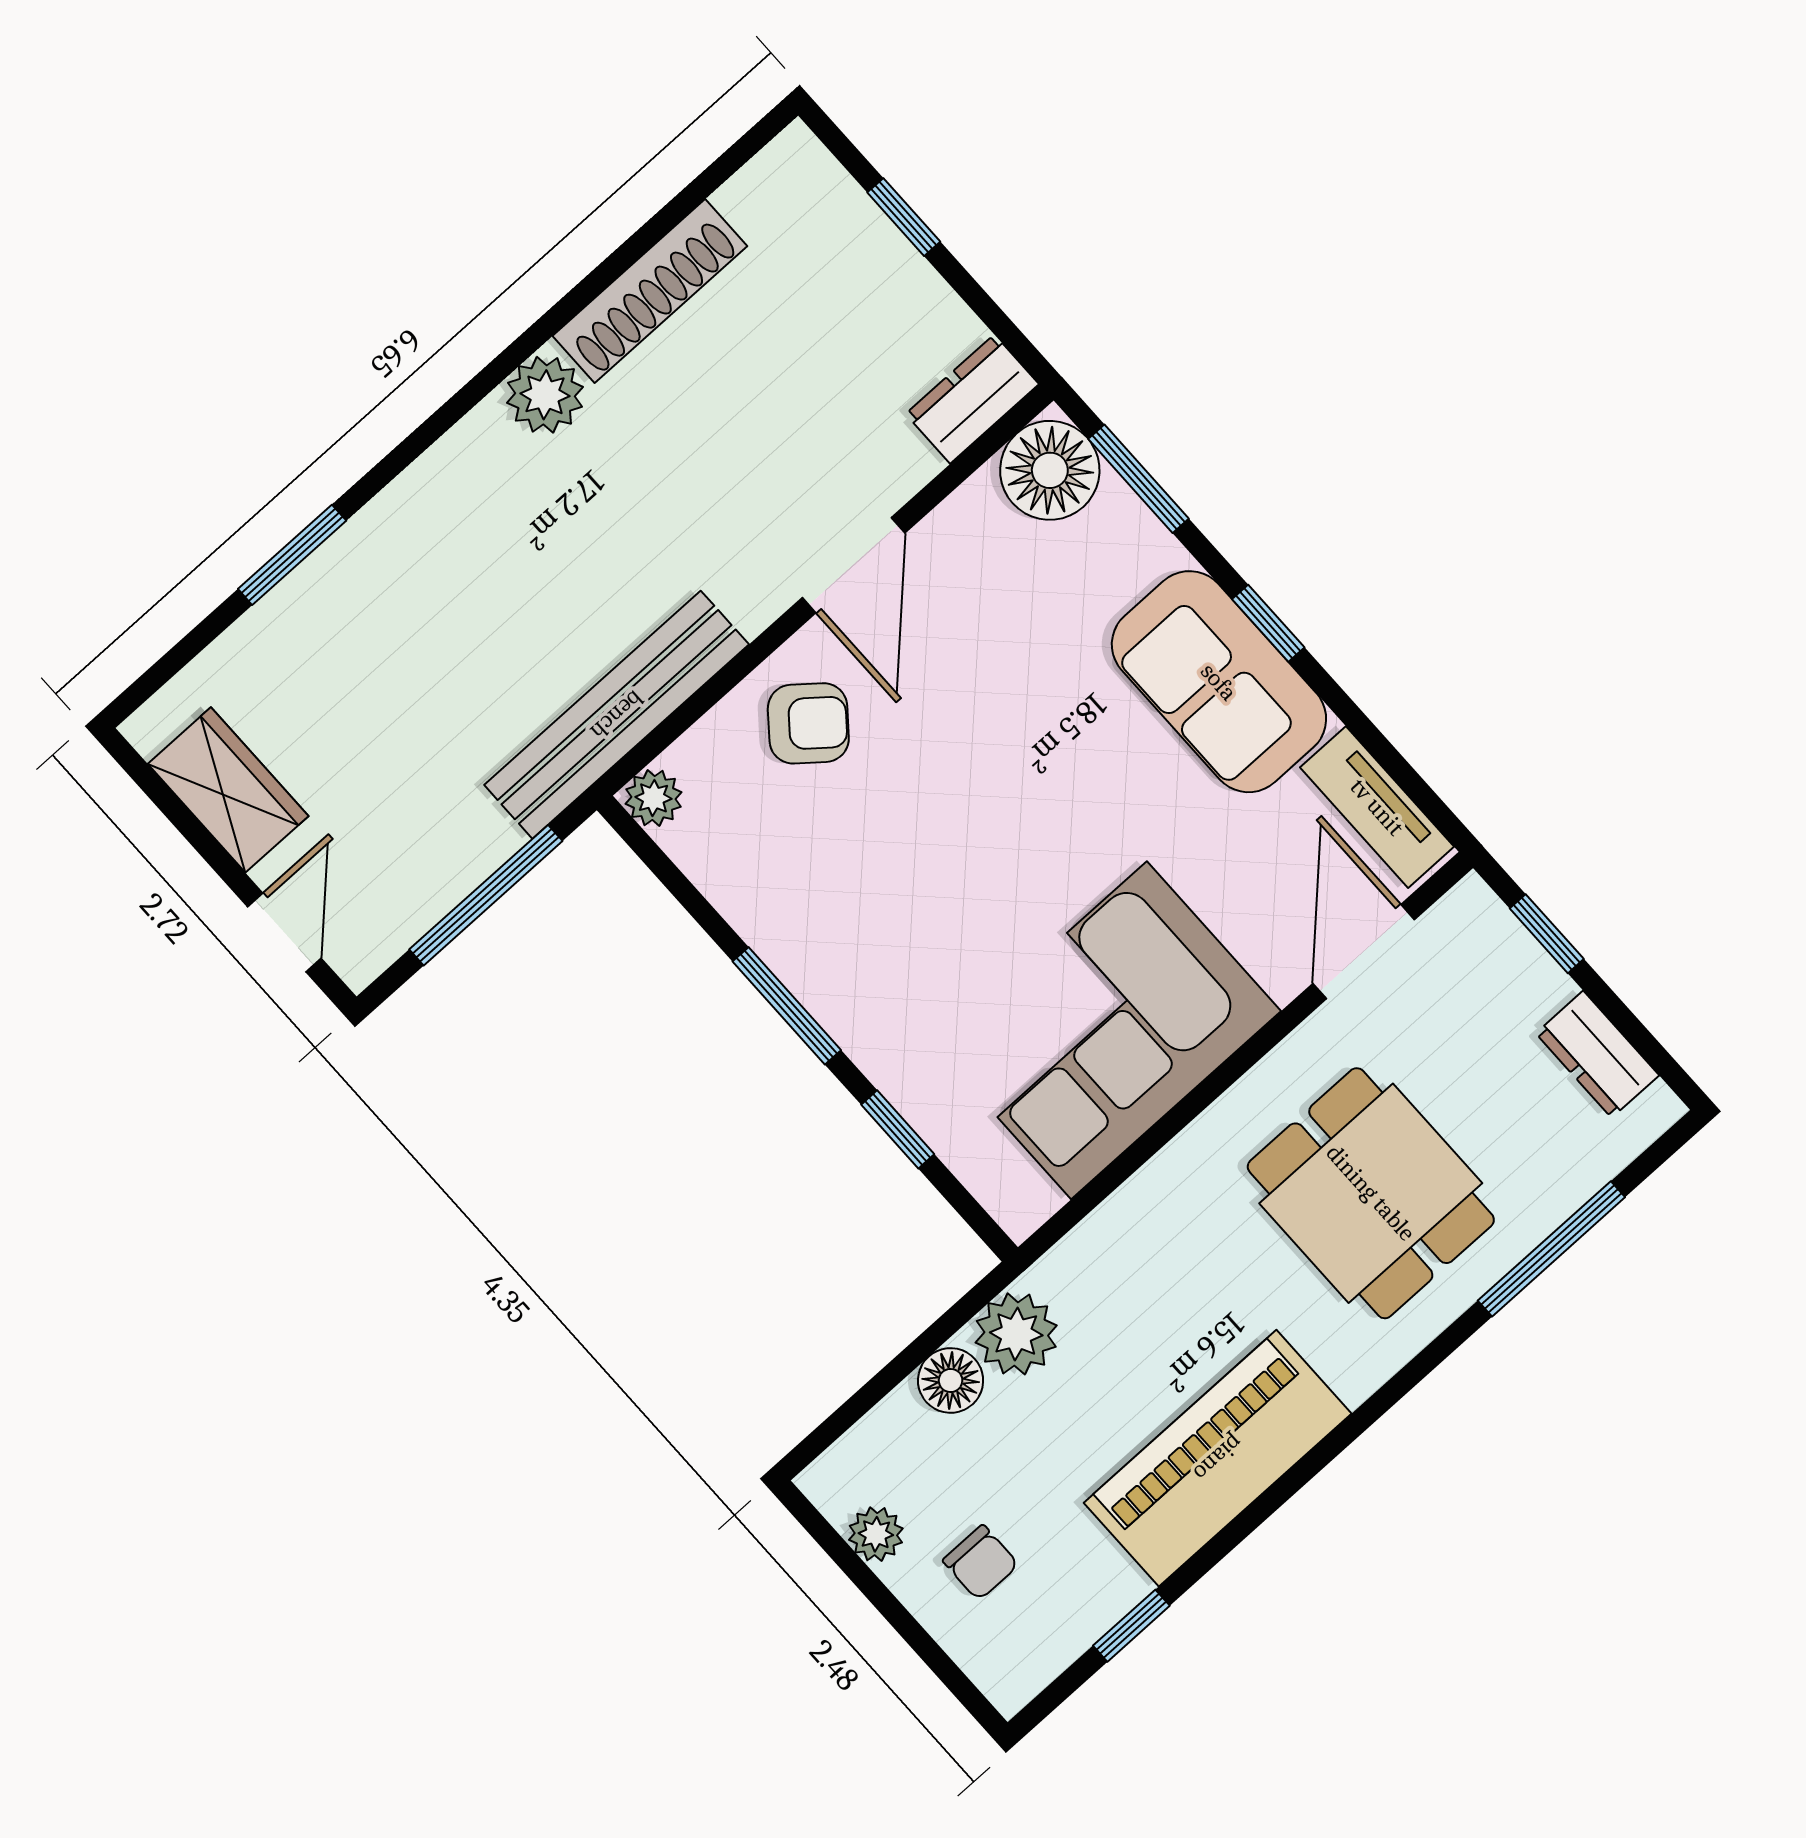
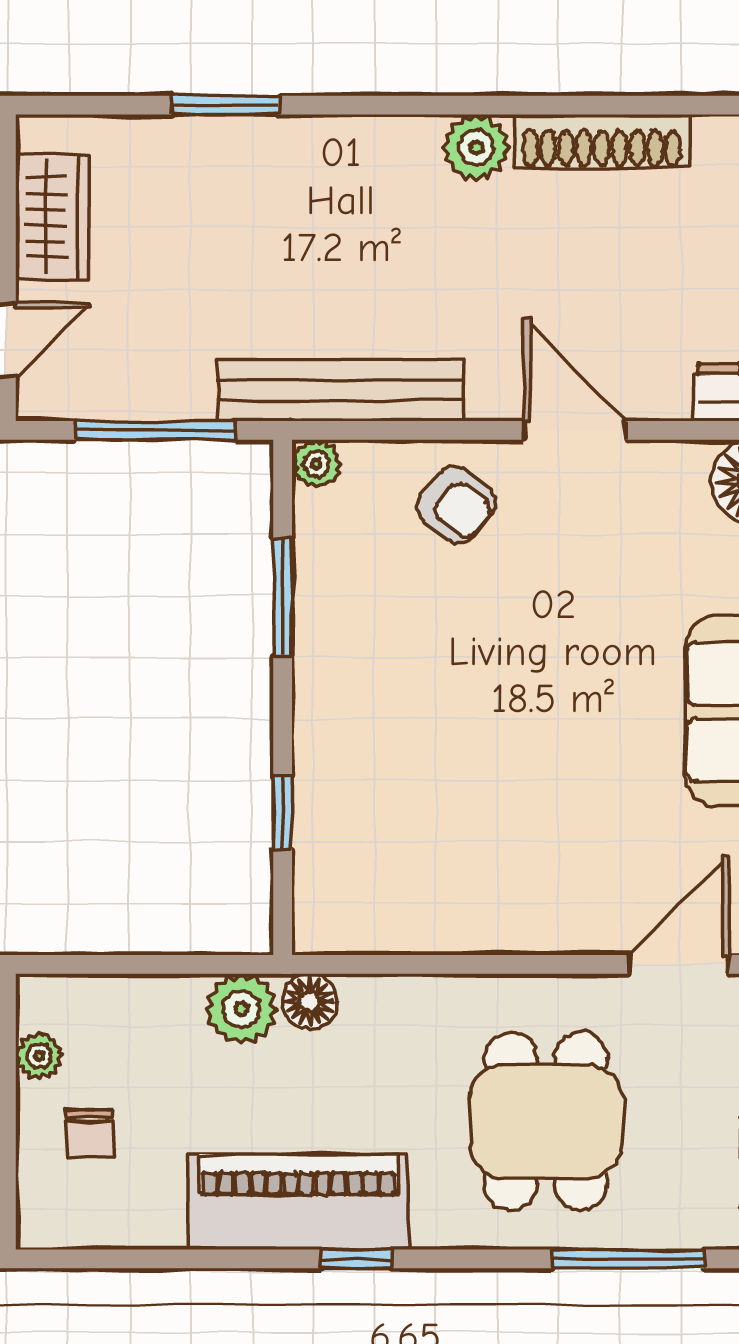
door: (854, 565) -> (575, 430), swing flipped
window: (787, 1006) -> (283, 597), moved
corner sofa: (1109, 1030) -> (473, 870), removed
floor lamp: (951, 1380) -> (309, 1001), moved
window: (1131, 1626) -> (357, 1259), moved

